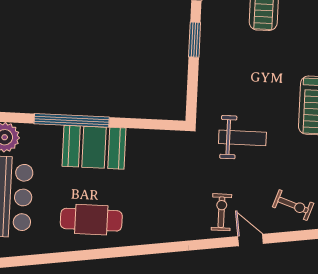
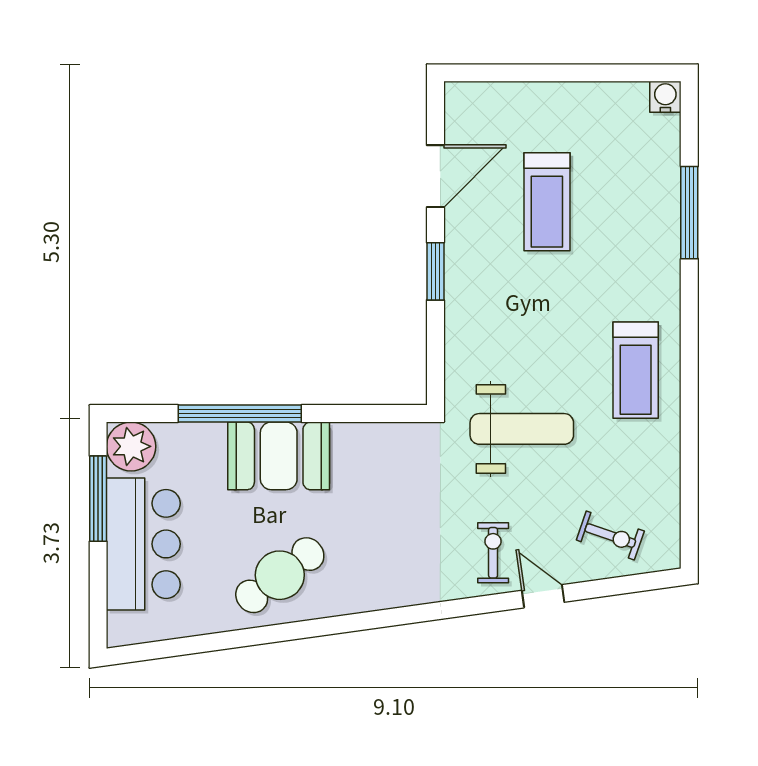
weight bench: (242, 138) -> (522, 429), width x1.36, depth x1.33
cafe table: (91, 220) -> (280, 575), turned -37

